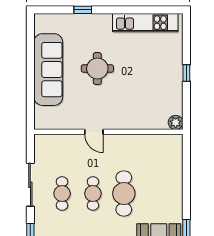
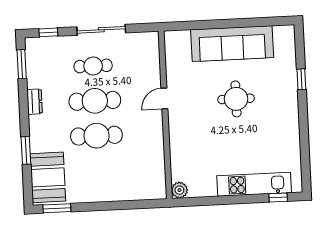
kitchen unit: (145, 23) -> (254, 184), moved, turned 90
window: (186, 73) -> (278, 197), moved
cafe table: (93, 193) -> (95, 101), width x1.37, depth x1.35

